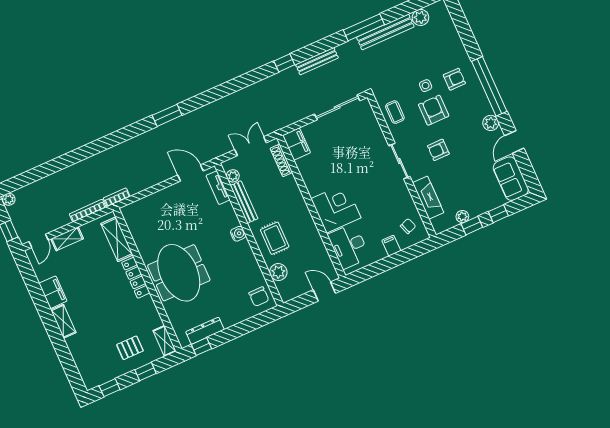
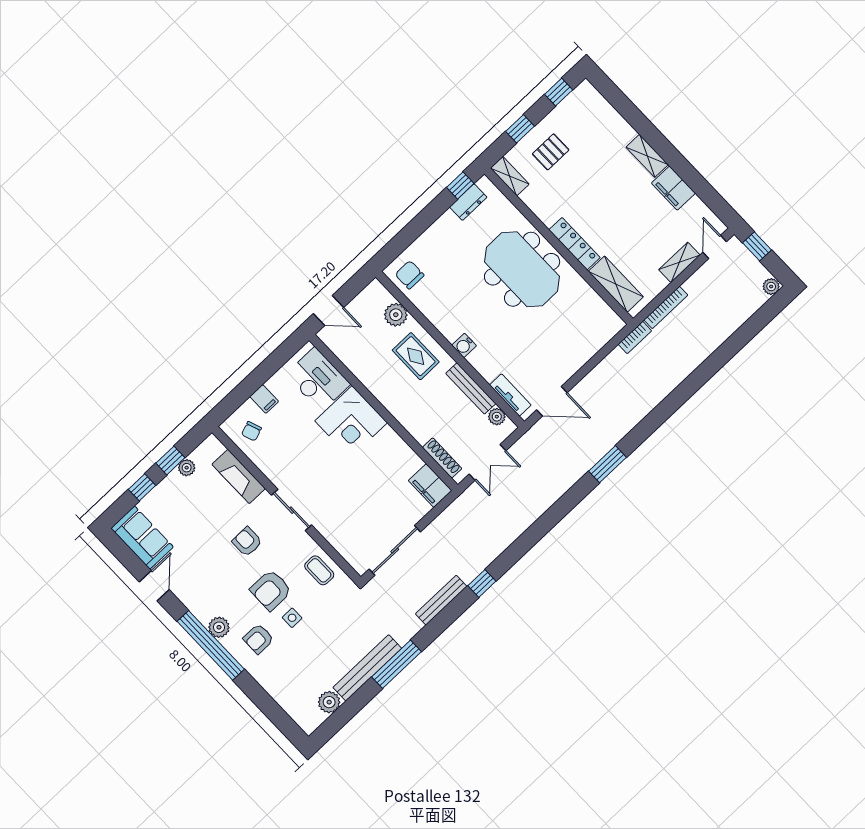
armchair: (434, 110) -> (271, 590), turned 90
plant: (491, 123) -> (219, 627), moved
armchair: (438, 150) -> (247, 542), turned -90
dresser: (205, 331) -> (468, 202), width x0.70

